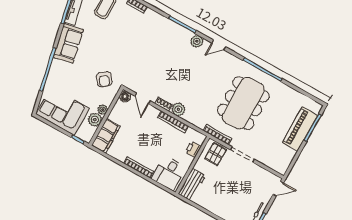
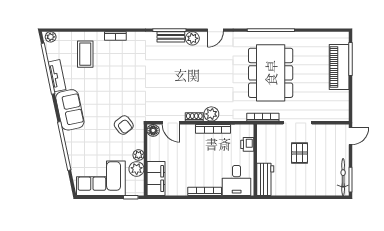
bench: (181, 31) -> (171, 37), added
pallet: (216, 154) -> (300, 153), moved

